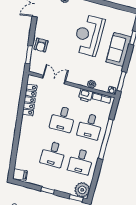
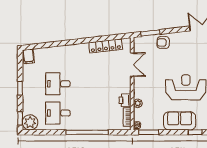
desk: (62, 119) -> (95, 84), removed
desk: (90, 126) -> (95, 113), removed

